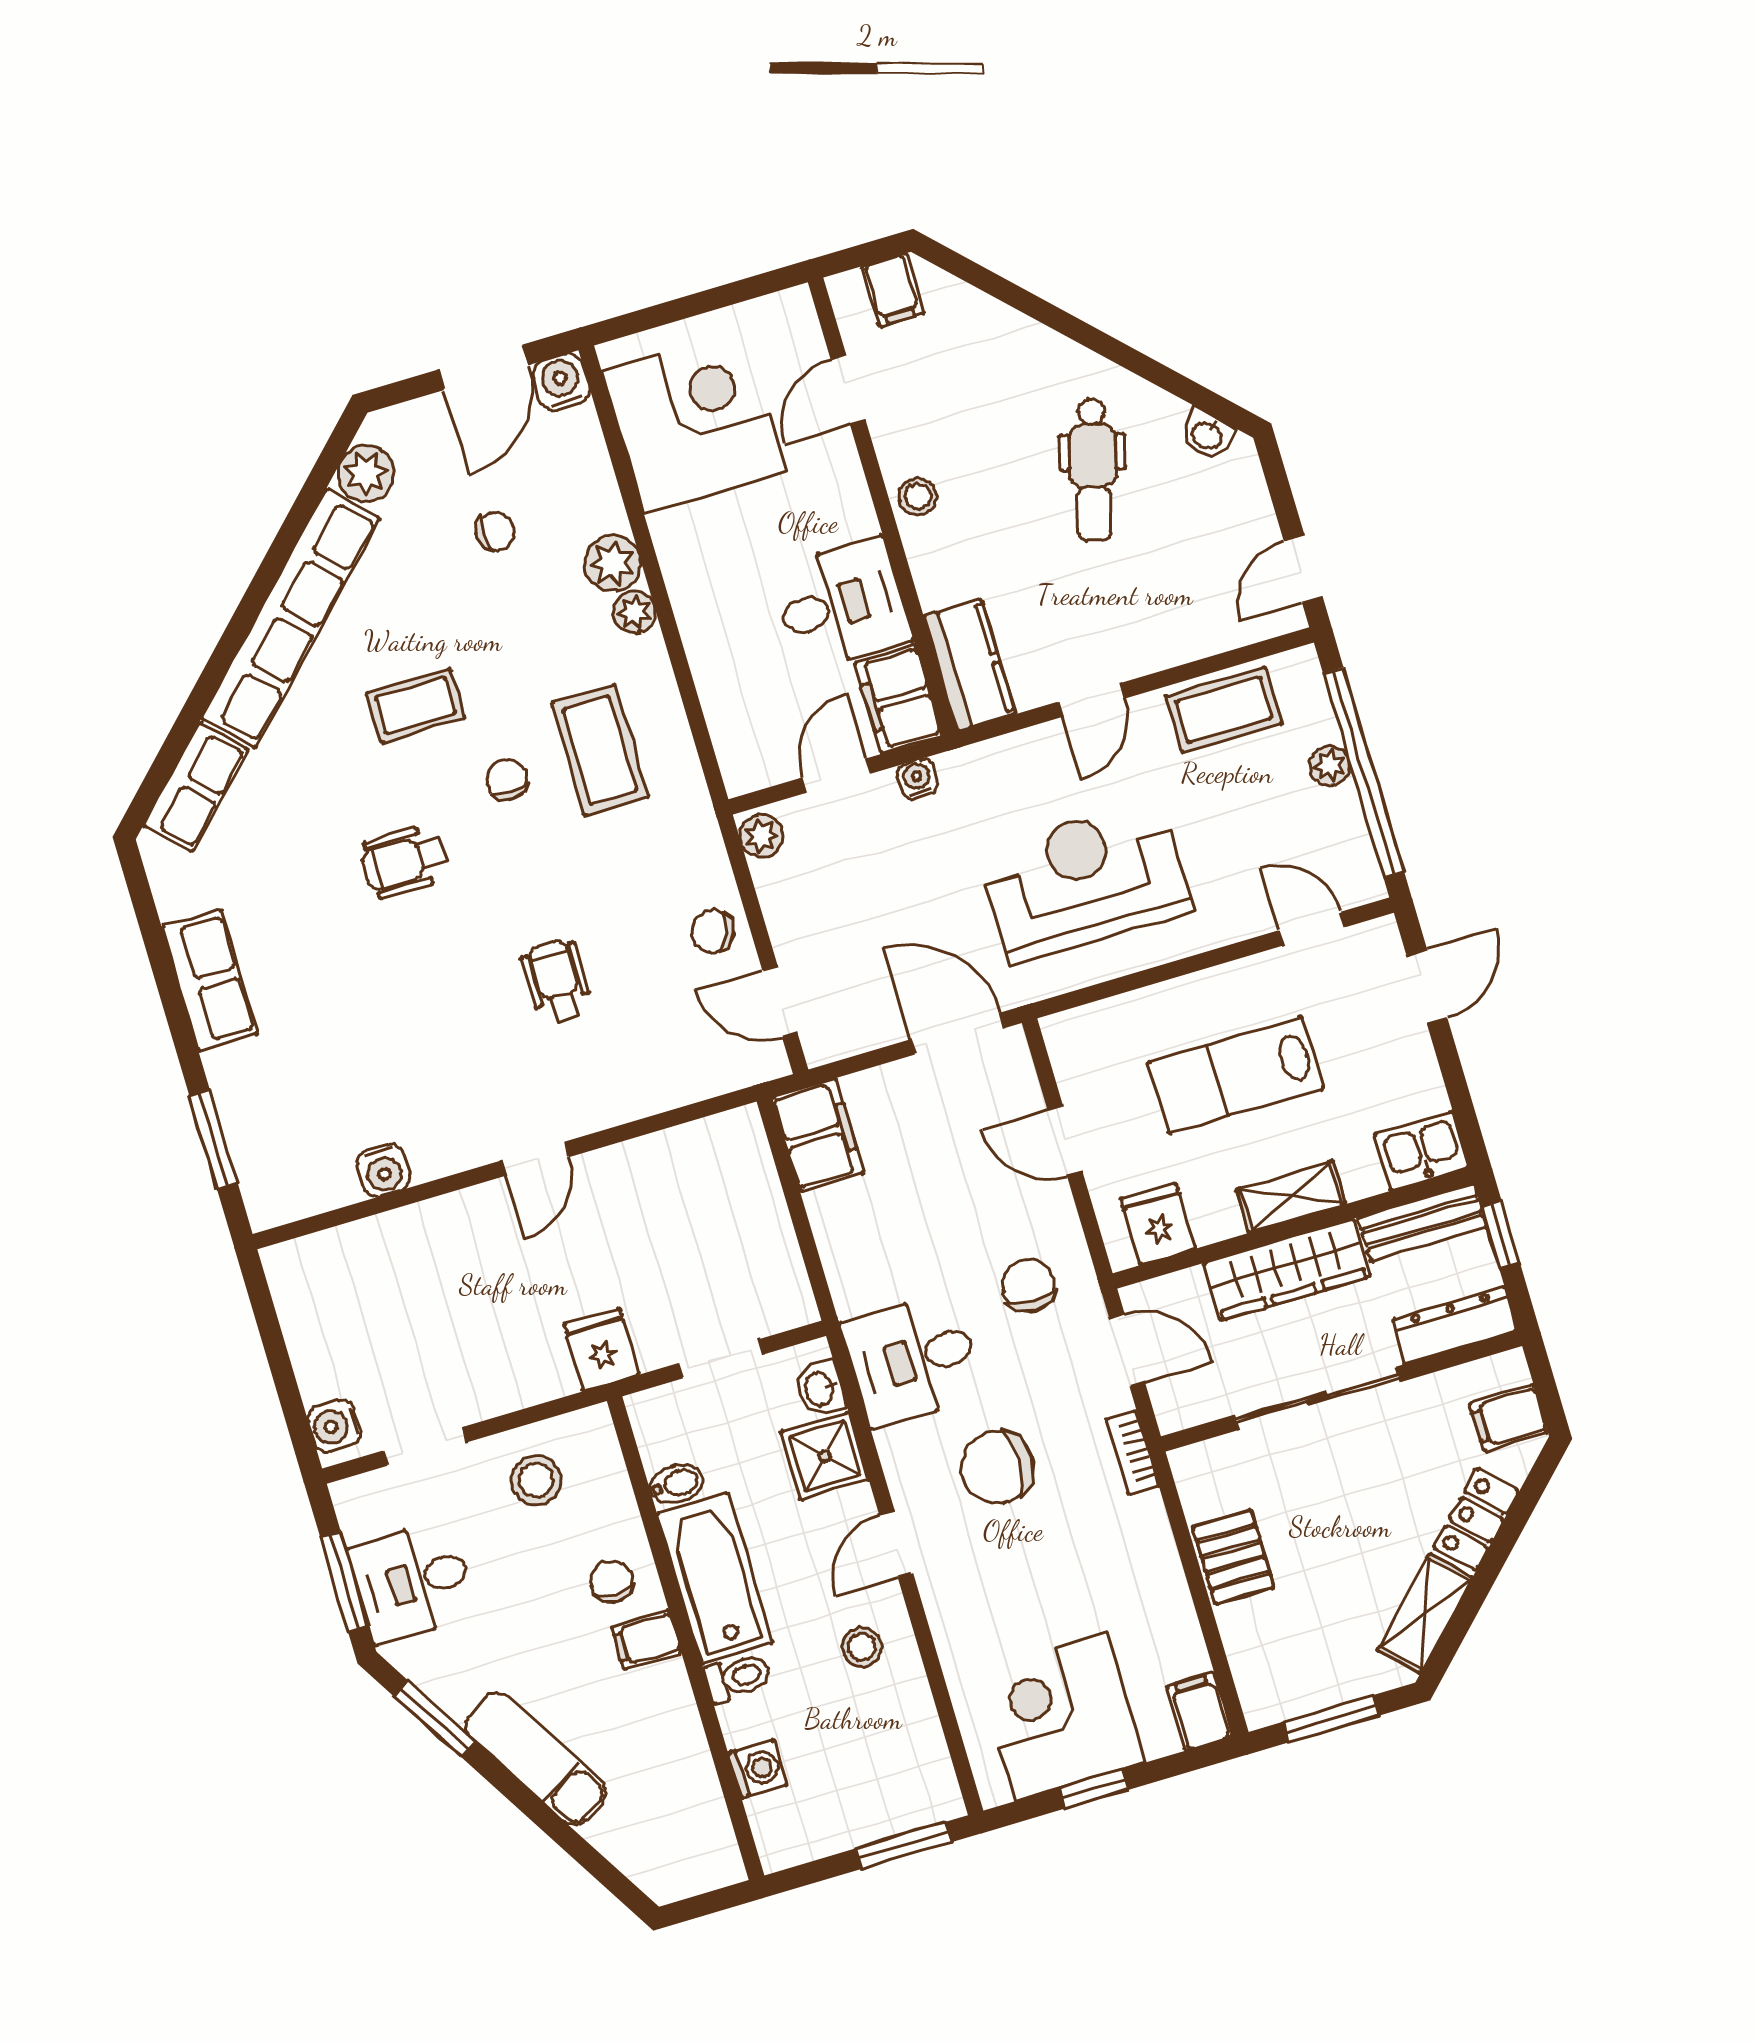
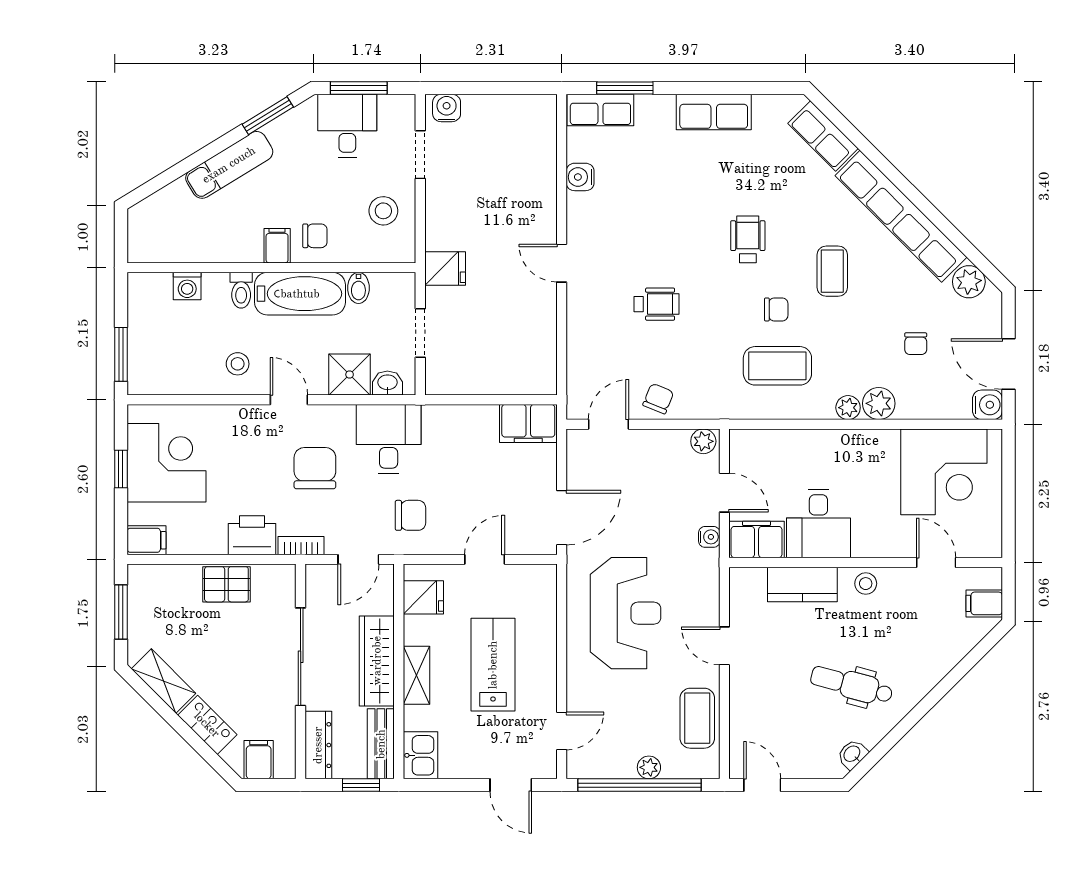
kitchen counter: (969, 665) -> (802, 584), moved
row of seats: (262, 1170) -> (600, 110), added
printer: (1139, 1539) -> (252, 535), added

